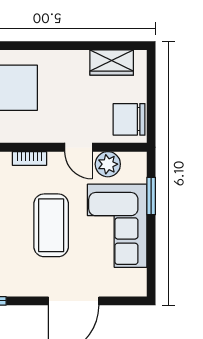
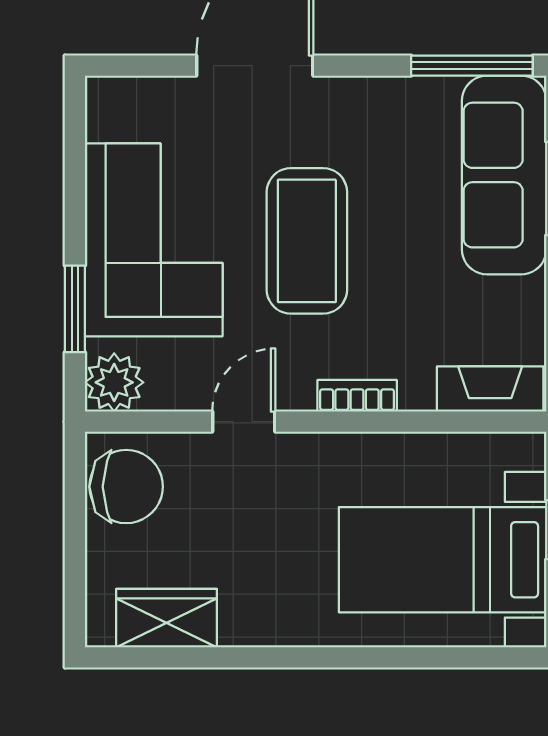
door: (78, 147) -> (244, 422), hinge flipped
plant: (108, 164) -> (114, 382), moved

